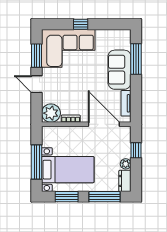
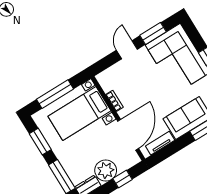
plant: (51, 113) -> (108, 79), removed
plant: (126, 164) -> (106, 170), width x1.88, depth x1.88
bed with nightstands: (68, 170) -> (79, 114), moved, turned 90

